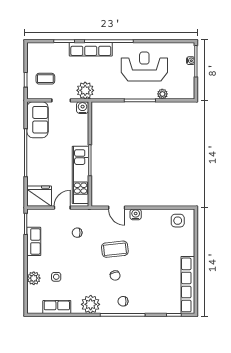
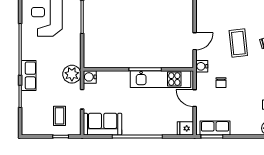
row of seats: (91, 49) -> (29, 76), width x0.68
fridge: (39, 196) -> (185, 128), width x0.53, depth x0.75
water cooler: (136, 214) -> (202, 66), moved
row of seats: (34, 241) -> (215, 128), moved

